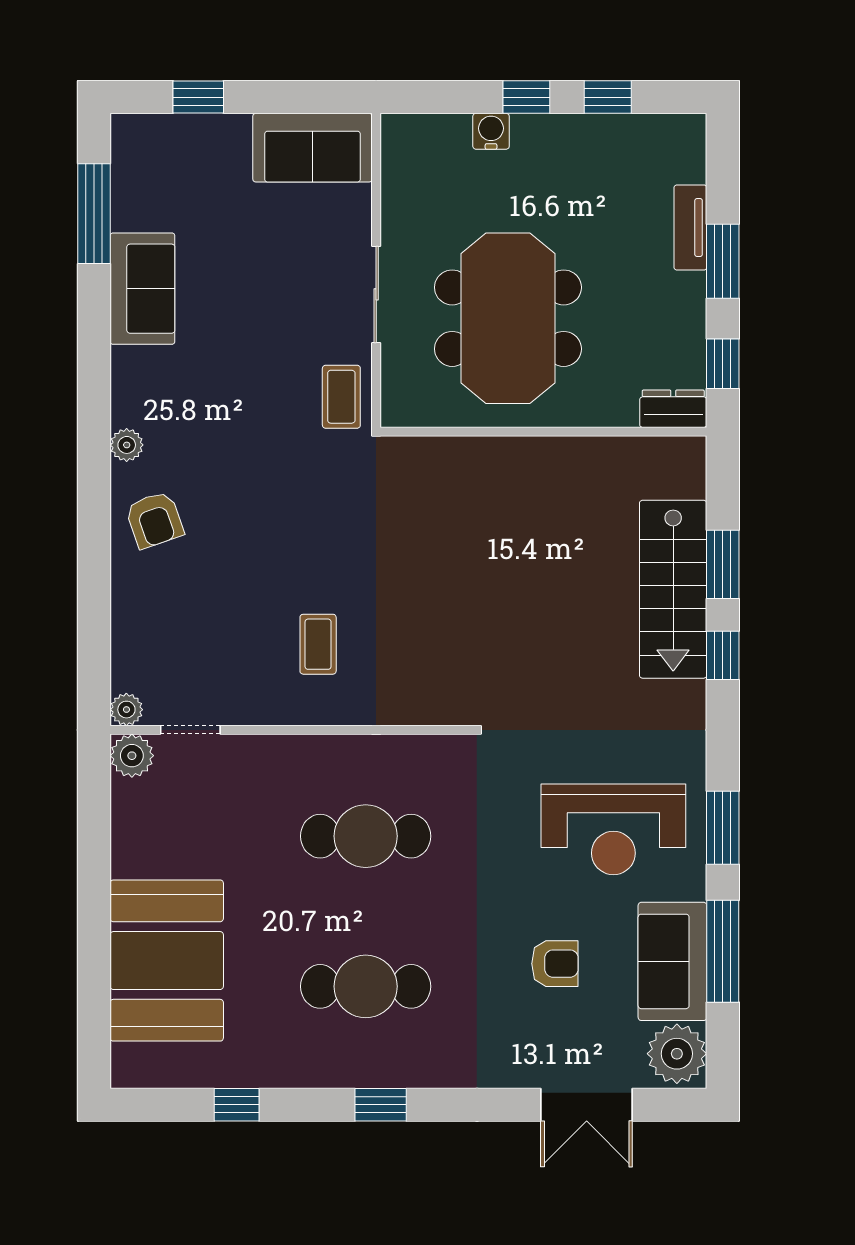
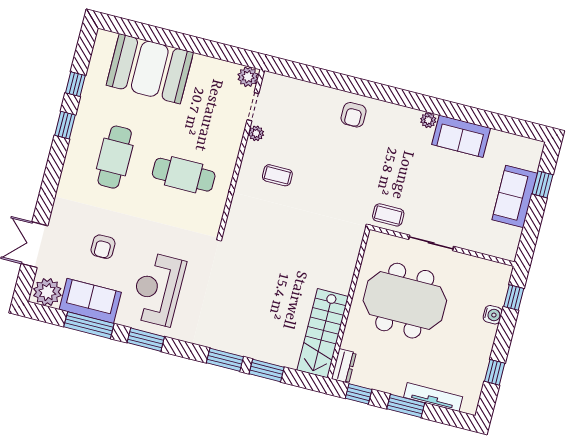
window: (526, 97) -> (514, 297), moved
sofa: (313, 148) -> (515, 196), moved
window: (94, 214) -> (501, 123), removed
tv unit: (690, 228) -> (433, 397), width x1.41
plant: (127, 445) -> (428, 120), moved
armchair: (154, 520) -> (354, 115), turned -71
stairs: (673, 589) -> (323, 333), moved, turned -90
window: (723, 655) -> (225, 360), width x1.50
plant: (126, 710) -> (256, 133), moved
cafe table: (366, 836) -> (184, 175), turned 90
window: (381, 1105) -> (65, 125), moved

